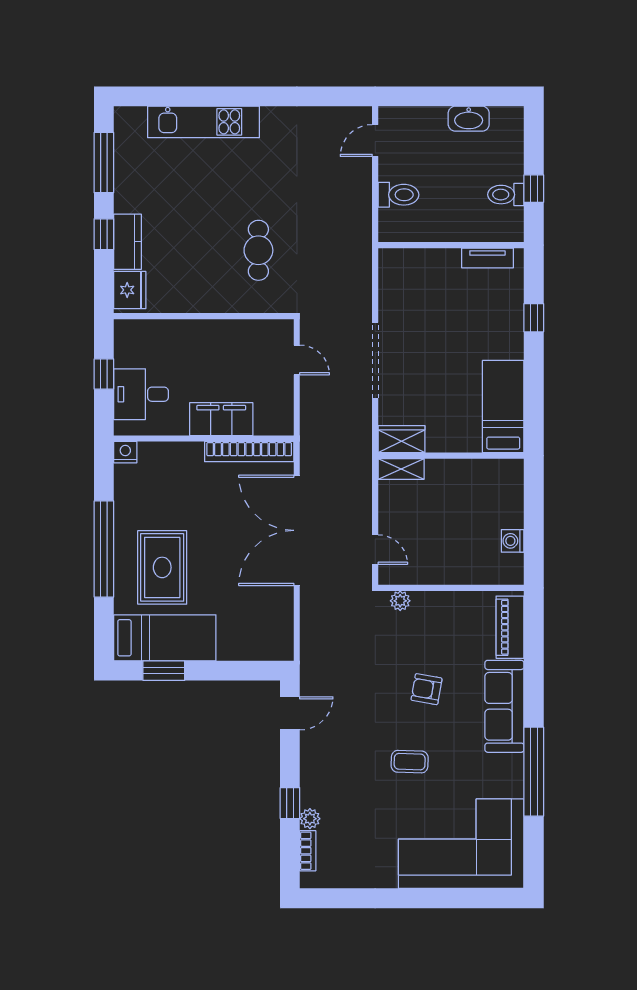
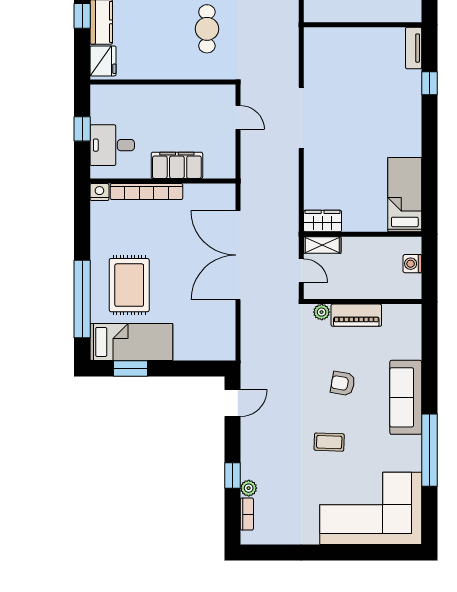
tv unit: (487, 258) -> (414, 48), moved, turned 90
bed: (503, 407) -> (405, 195), moved
wardrobe: (401, 439) -> (323, 221), moved
bookcase: (249, 452) -> (147, 192), moved
wall: (451, 456) -> (363, 234), moved
shelving: (401, 469) -> (322, 245), moved
window: (104, 549) -> (82, 299), moved
piano: (510, 627) -> (356, 315), moved, turned -90

